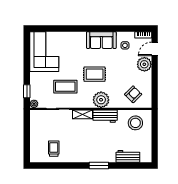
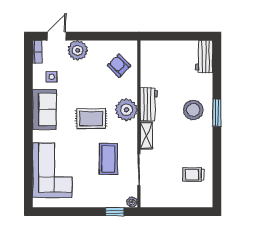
door: (155, 49) -> (57, 36), swing flipped
corner sofa: (44, 52) -> (52, 170), moved, turned 90
rug: (95, 74) -> (91, 119), turned 90
stool: (135, 123) -> (193, 110), moved
workbench: (128, 156) -> (204, 57), moved

